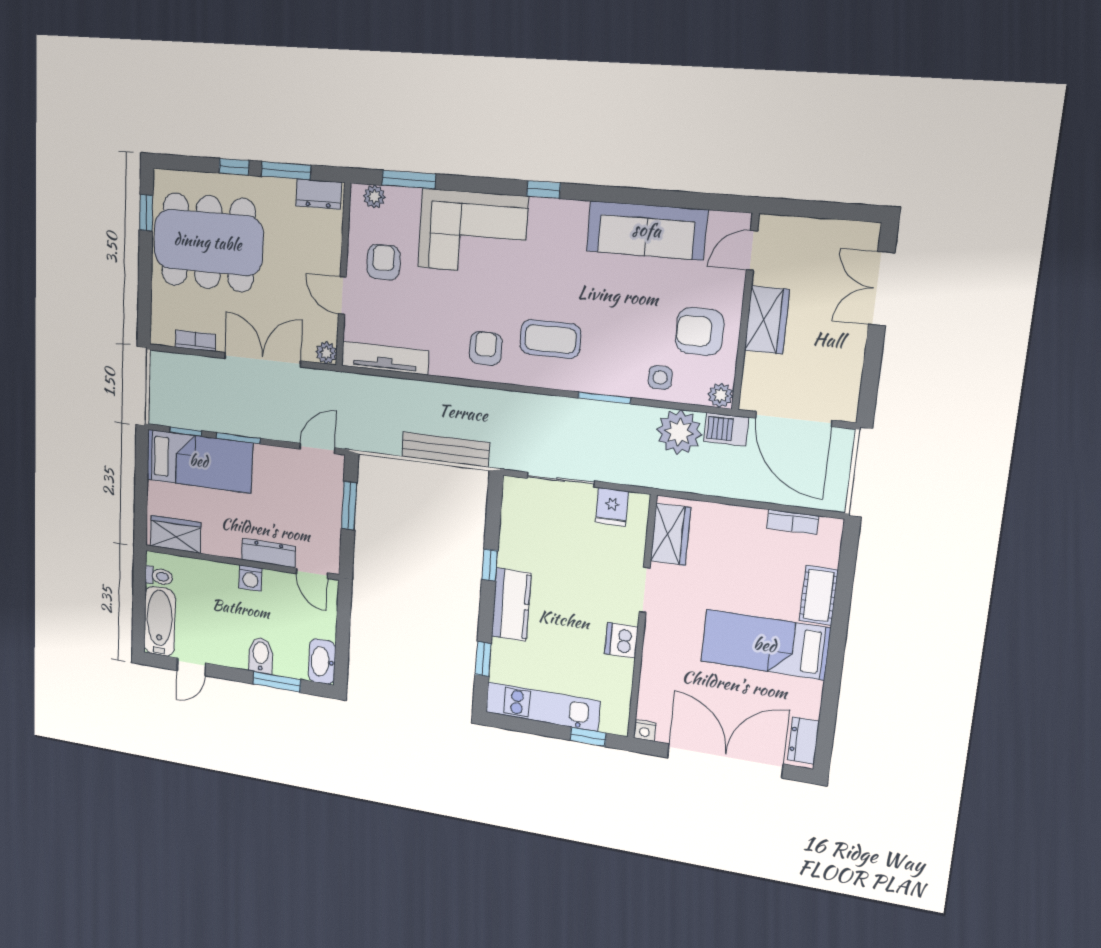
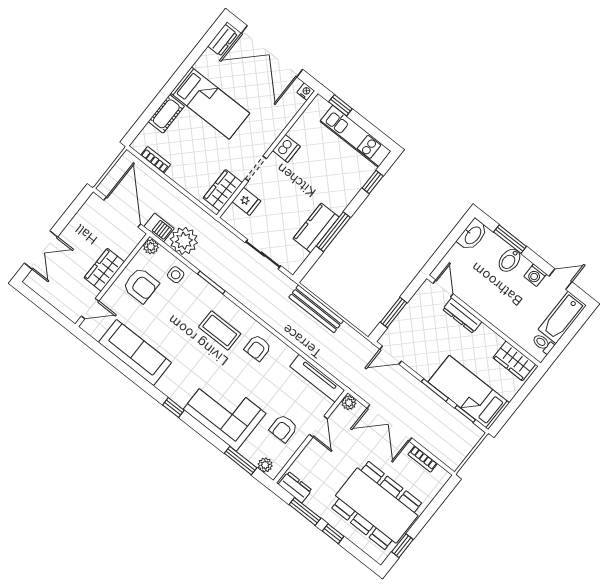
fridge: (612, 507) -> (246, 201), moved, turned 90
window: (490, 565) -> (333, 232), width x2.17
washing machine: (250, 578) -> (535, 275), moved, turned 180
kitchen counter: (511, 605) -> (316, 228), moved

